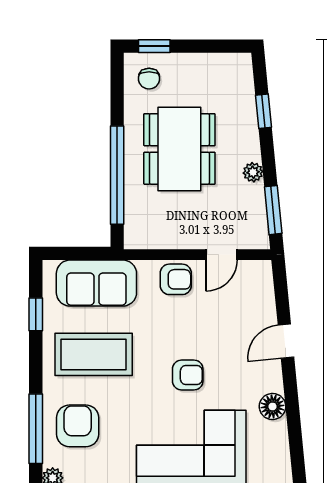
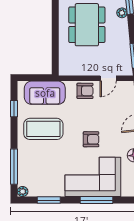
plant: (253, 172) -> (122, 13), moved
window: (117, 175) -> (55, 38), removed
armchair: (78, 426) -> (35, 165), removed

